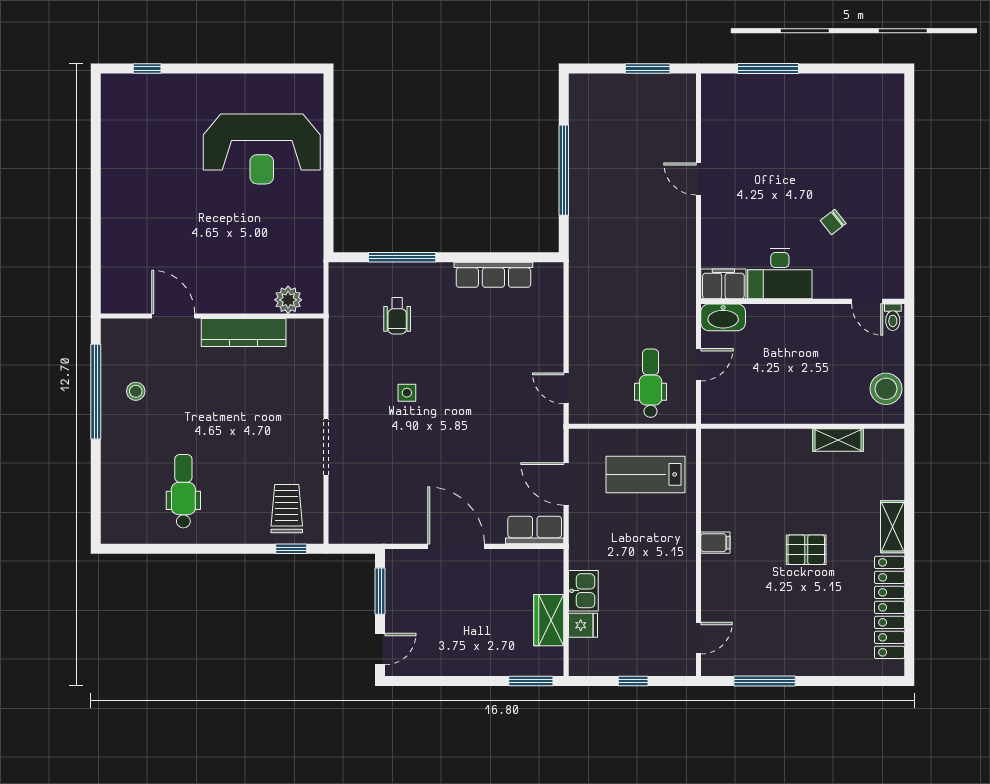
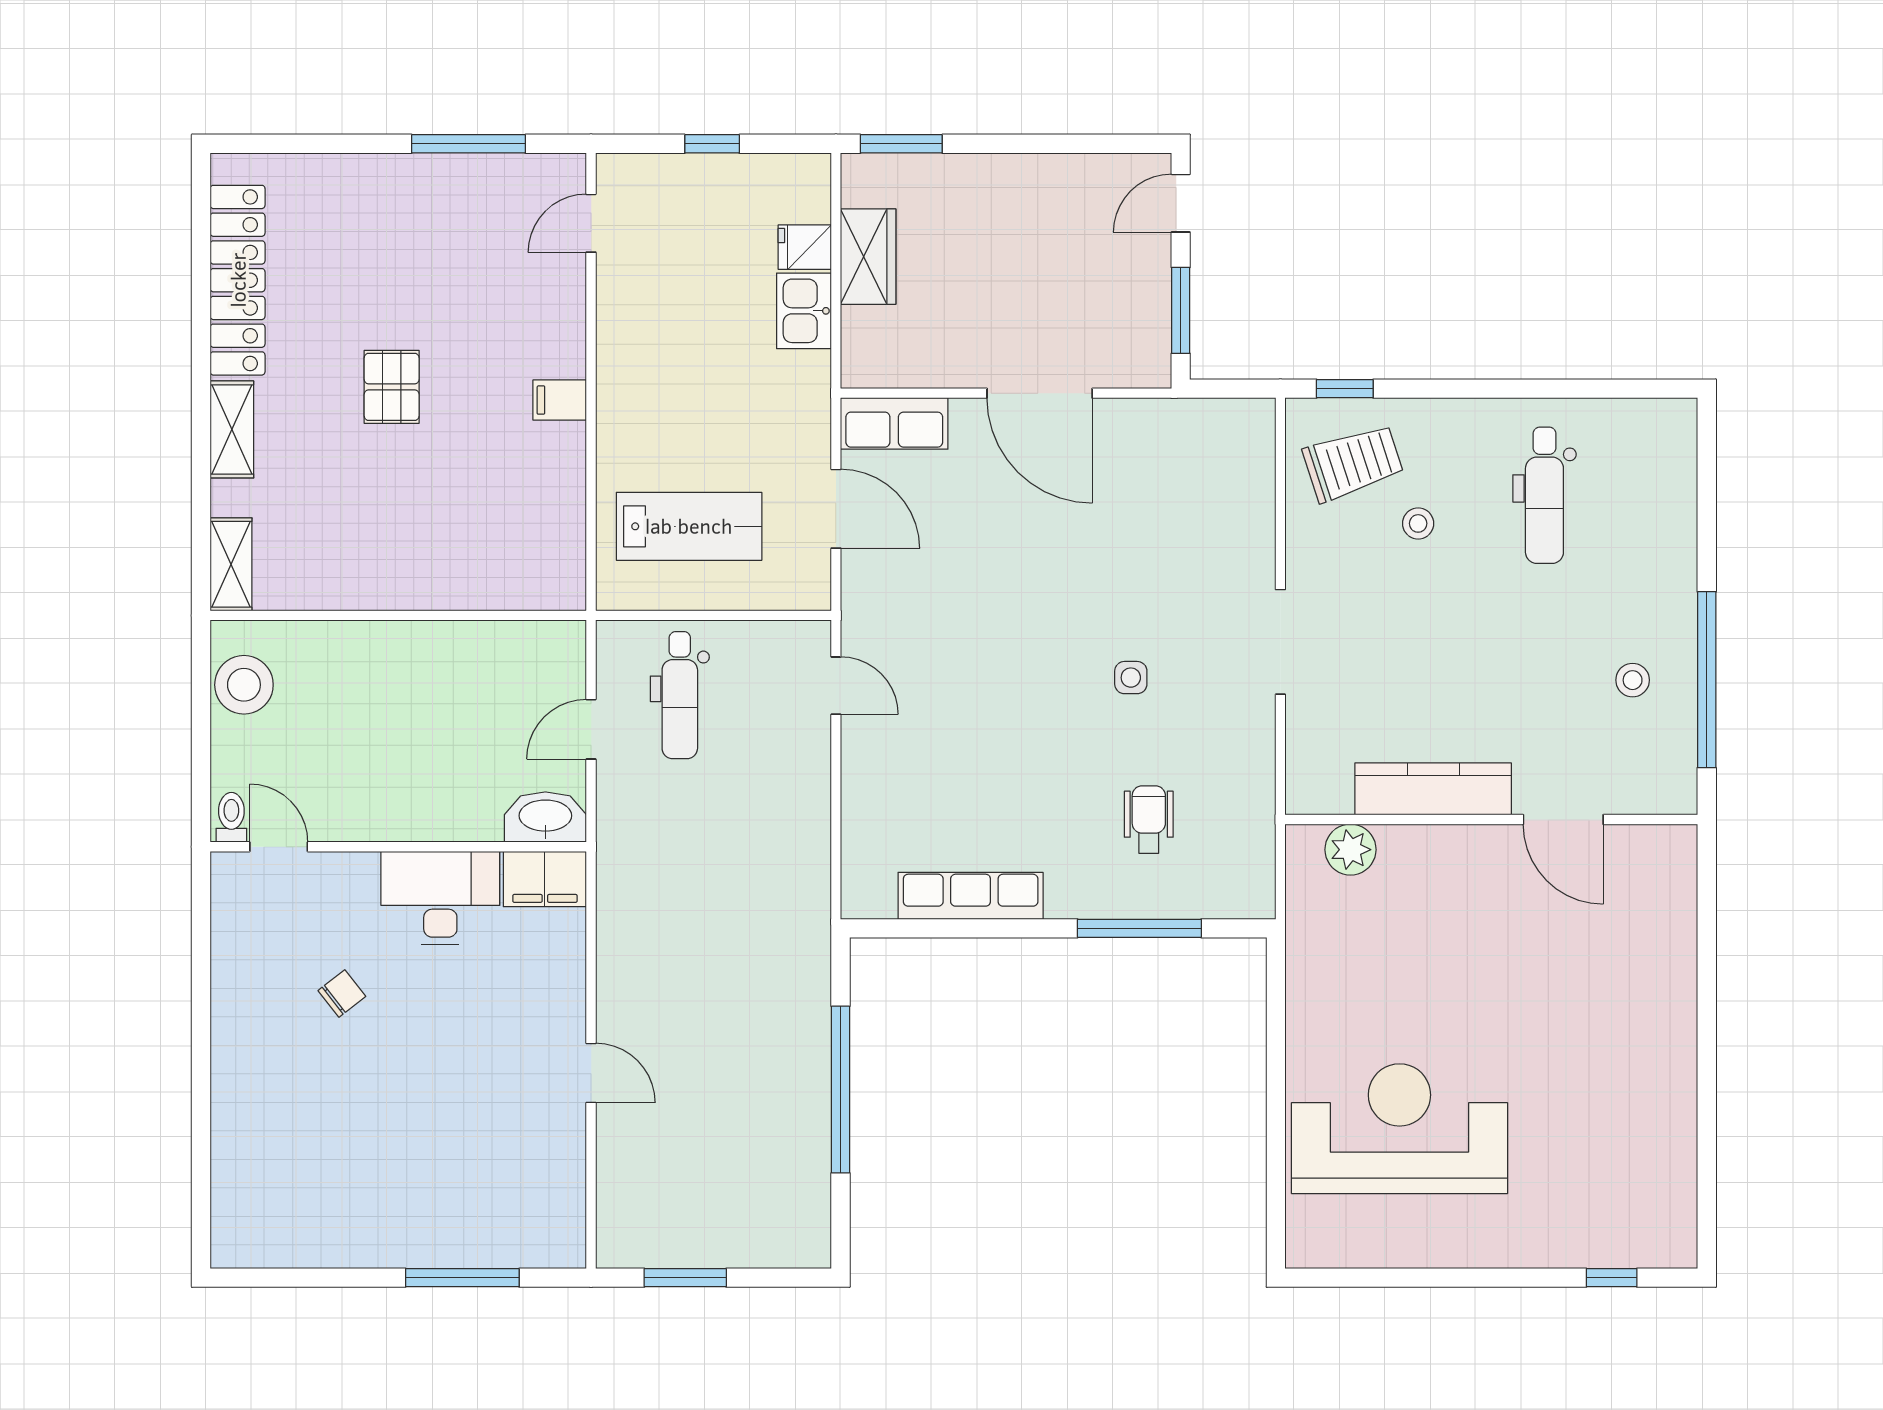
shelving: (838, 440) -> (231, 564), moved, turned 90
doorway: (326, 447) -> (1280, 642), moved
stool: (252, 476) -> (1418, 523), added
trolley: (287, 509) -> (1353, 463), turned -108
pallet: (806, 550) -> (392, 387), turned 90

